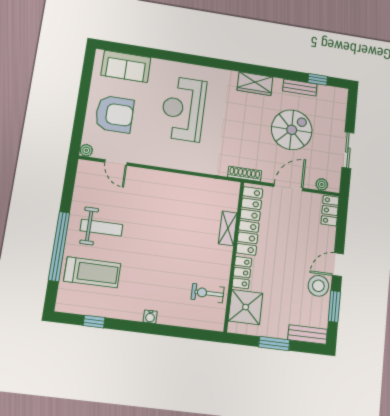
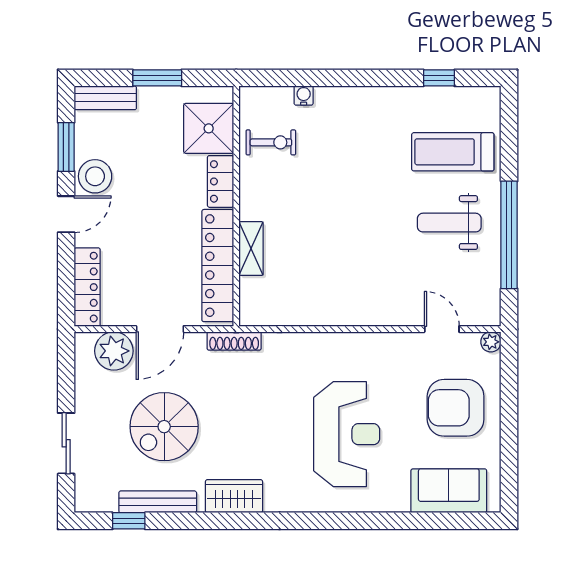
bench: (300, 87) -> (158, 502), width x1.36
sliding door: (348, 150) -> (66, 443), moved
plant: (322, 184) -> (114, 351), width x1.88, depth x1.88
locker: (330, 211) -> (87, 287), width x1.53
window: (59, 246) -> (509, 235), moved
water cooler: (150, 317) -> (304, 96), moved

